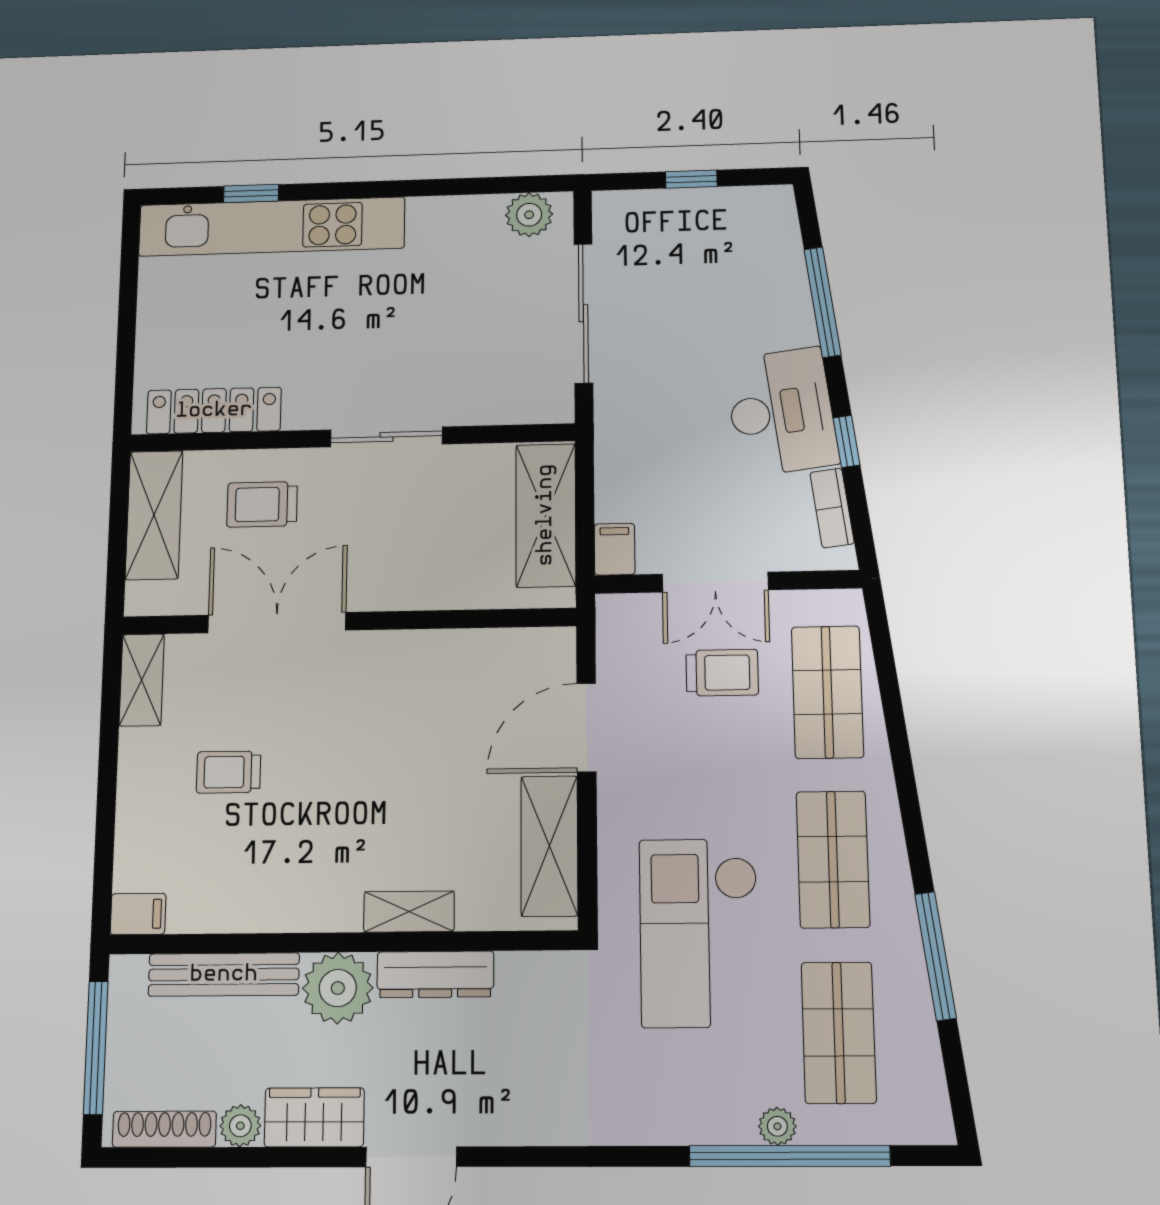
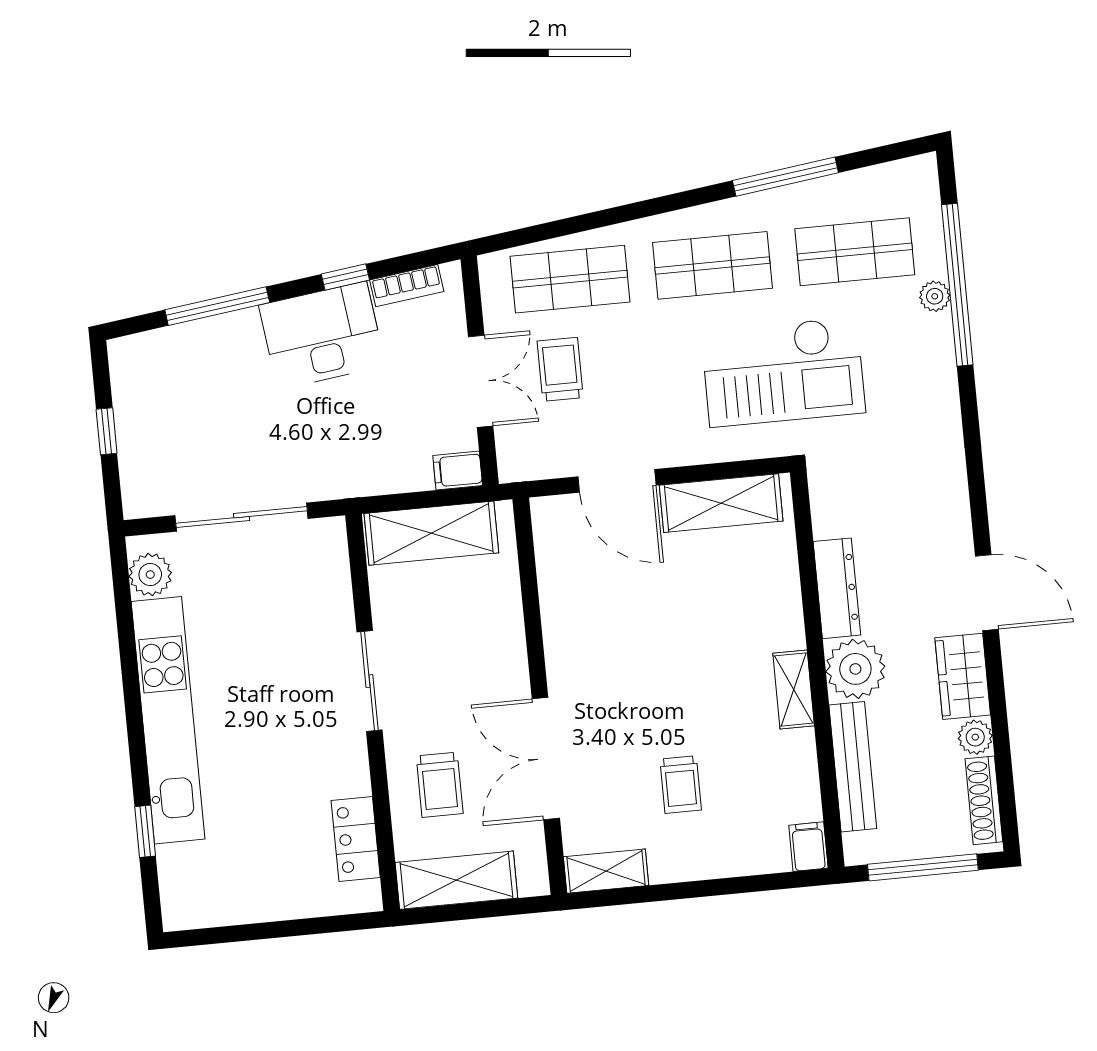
kitchen unit: (272, 227) -> (168, 720), moved
locker: (214, 411) -> (356, 839), width x0.66
shelving: (409, 912) -> (794, 690), moved

